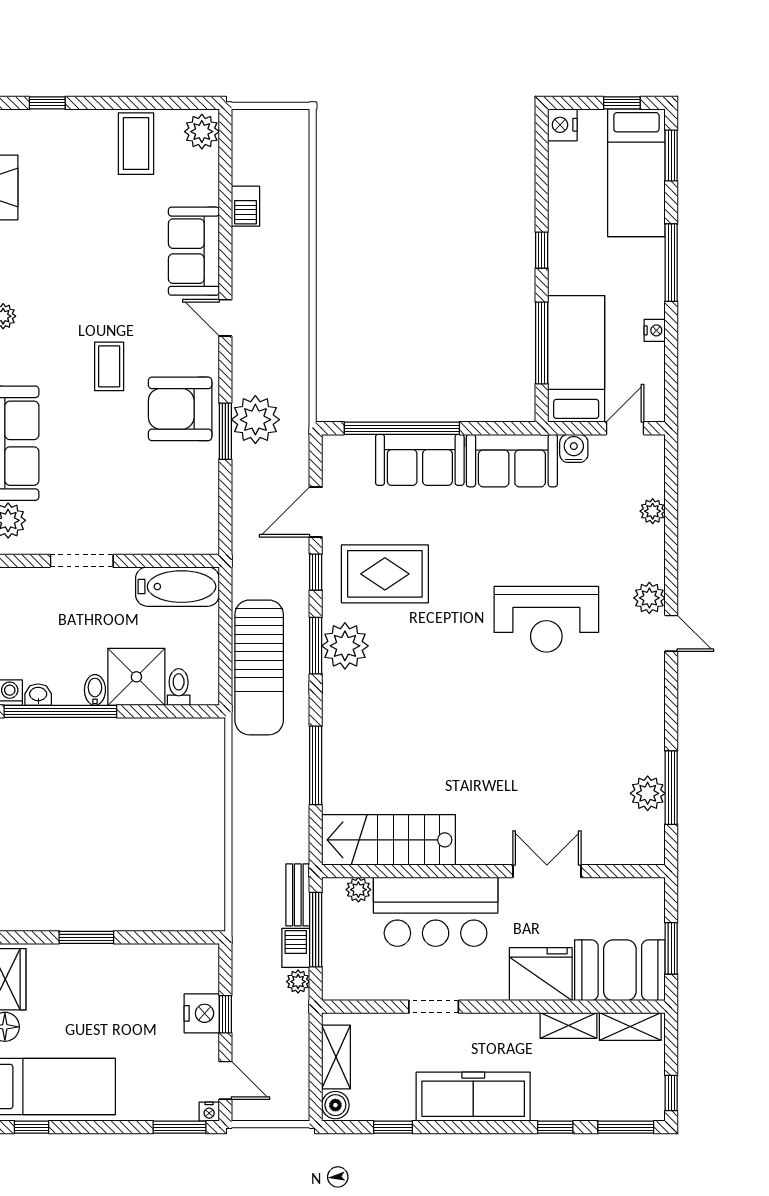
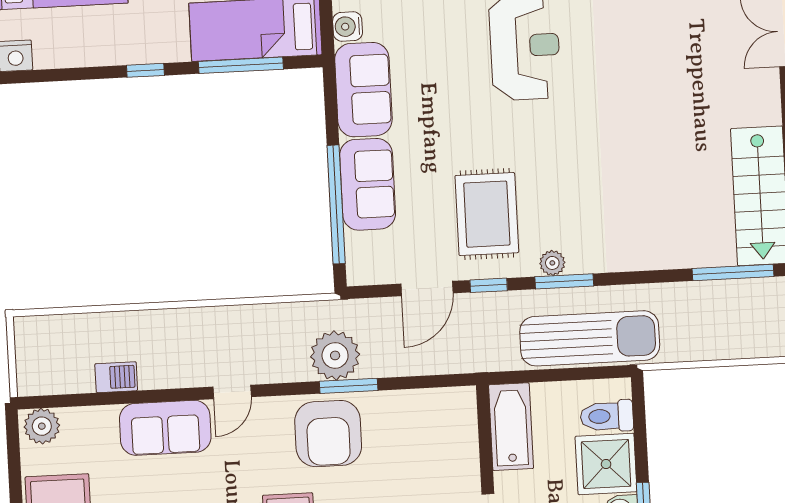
door: (316, 512) -> (427, 289), hinge flipped
plant: (345, 646) -> (552, 263), width x0.53, depth x0.53
toilet: (179, 687) -> (607, 416), width x1.37, depth x1.39
window: (316, 765) -> (733, 272), moved

